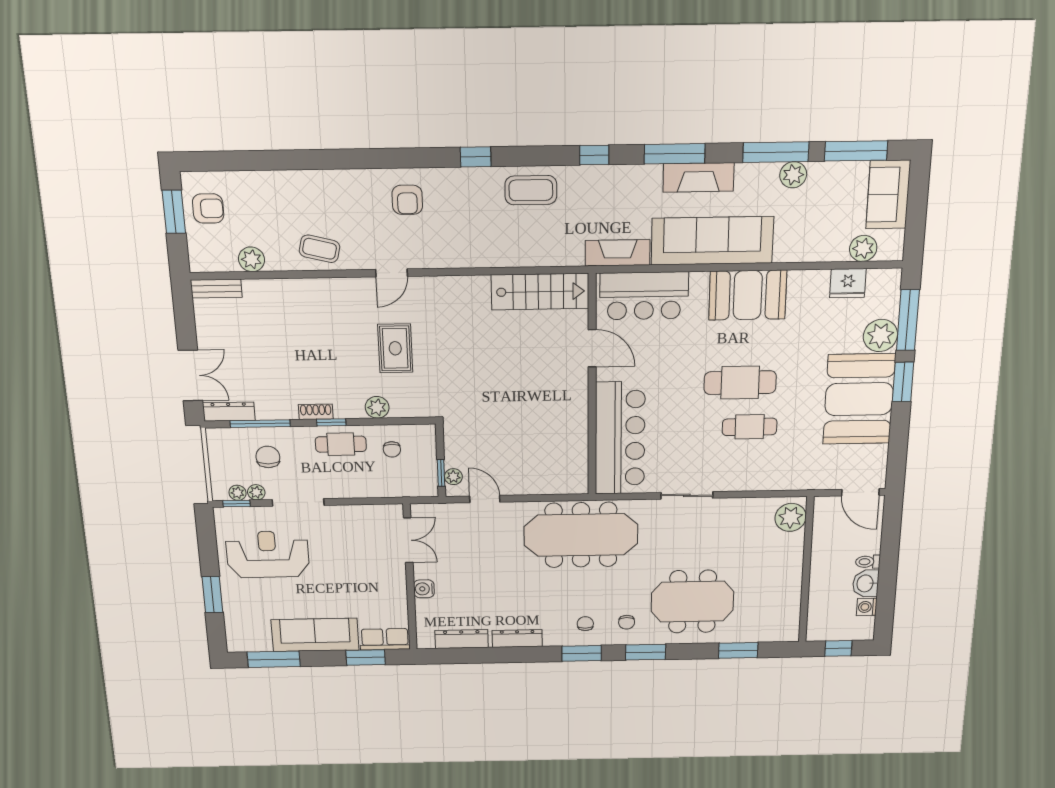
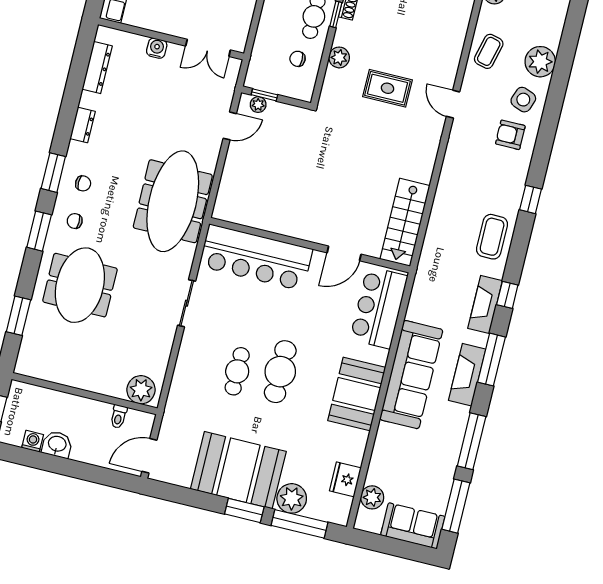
plant: (793, 175) -> (540, 62), moved, width x1.36, depth x1.36
side table: (362, 195) -> (523, 100), added
fireplace: (618, 253) -> (485, 305), moved, turned 180
toilet: (868, 562) -> (119, 416), moved, turned 180
dresser: (517, 638) -> (83, 125), width x0.70

